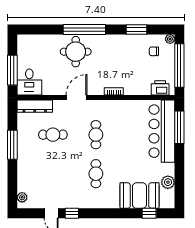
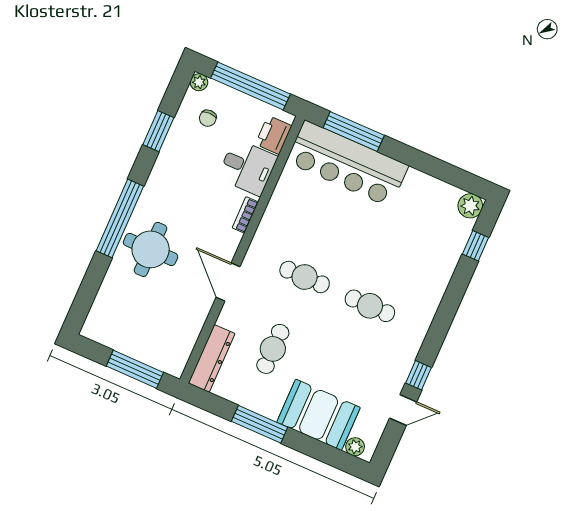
desk: (29, 82) -> (247, 167), moved
plant: (168, 182) -> (470, 206), moved
booth: (139, 196) -> (319, 415), moved, turned 90

